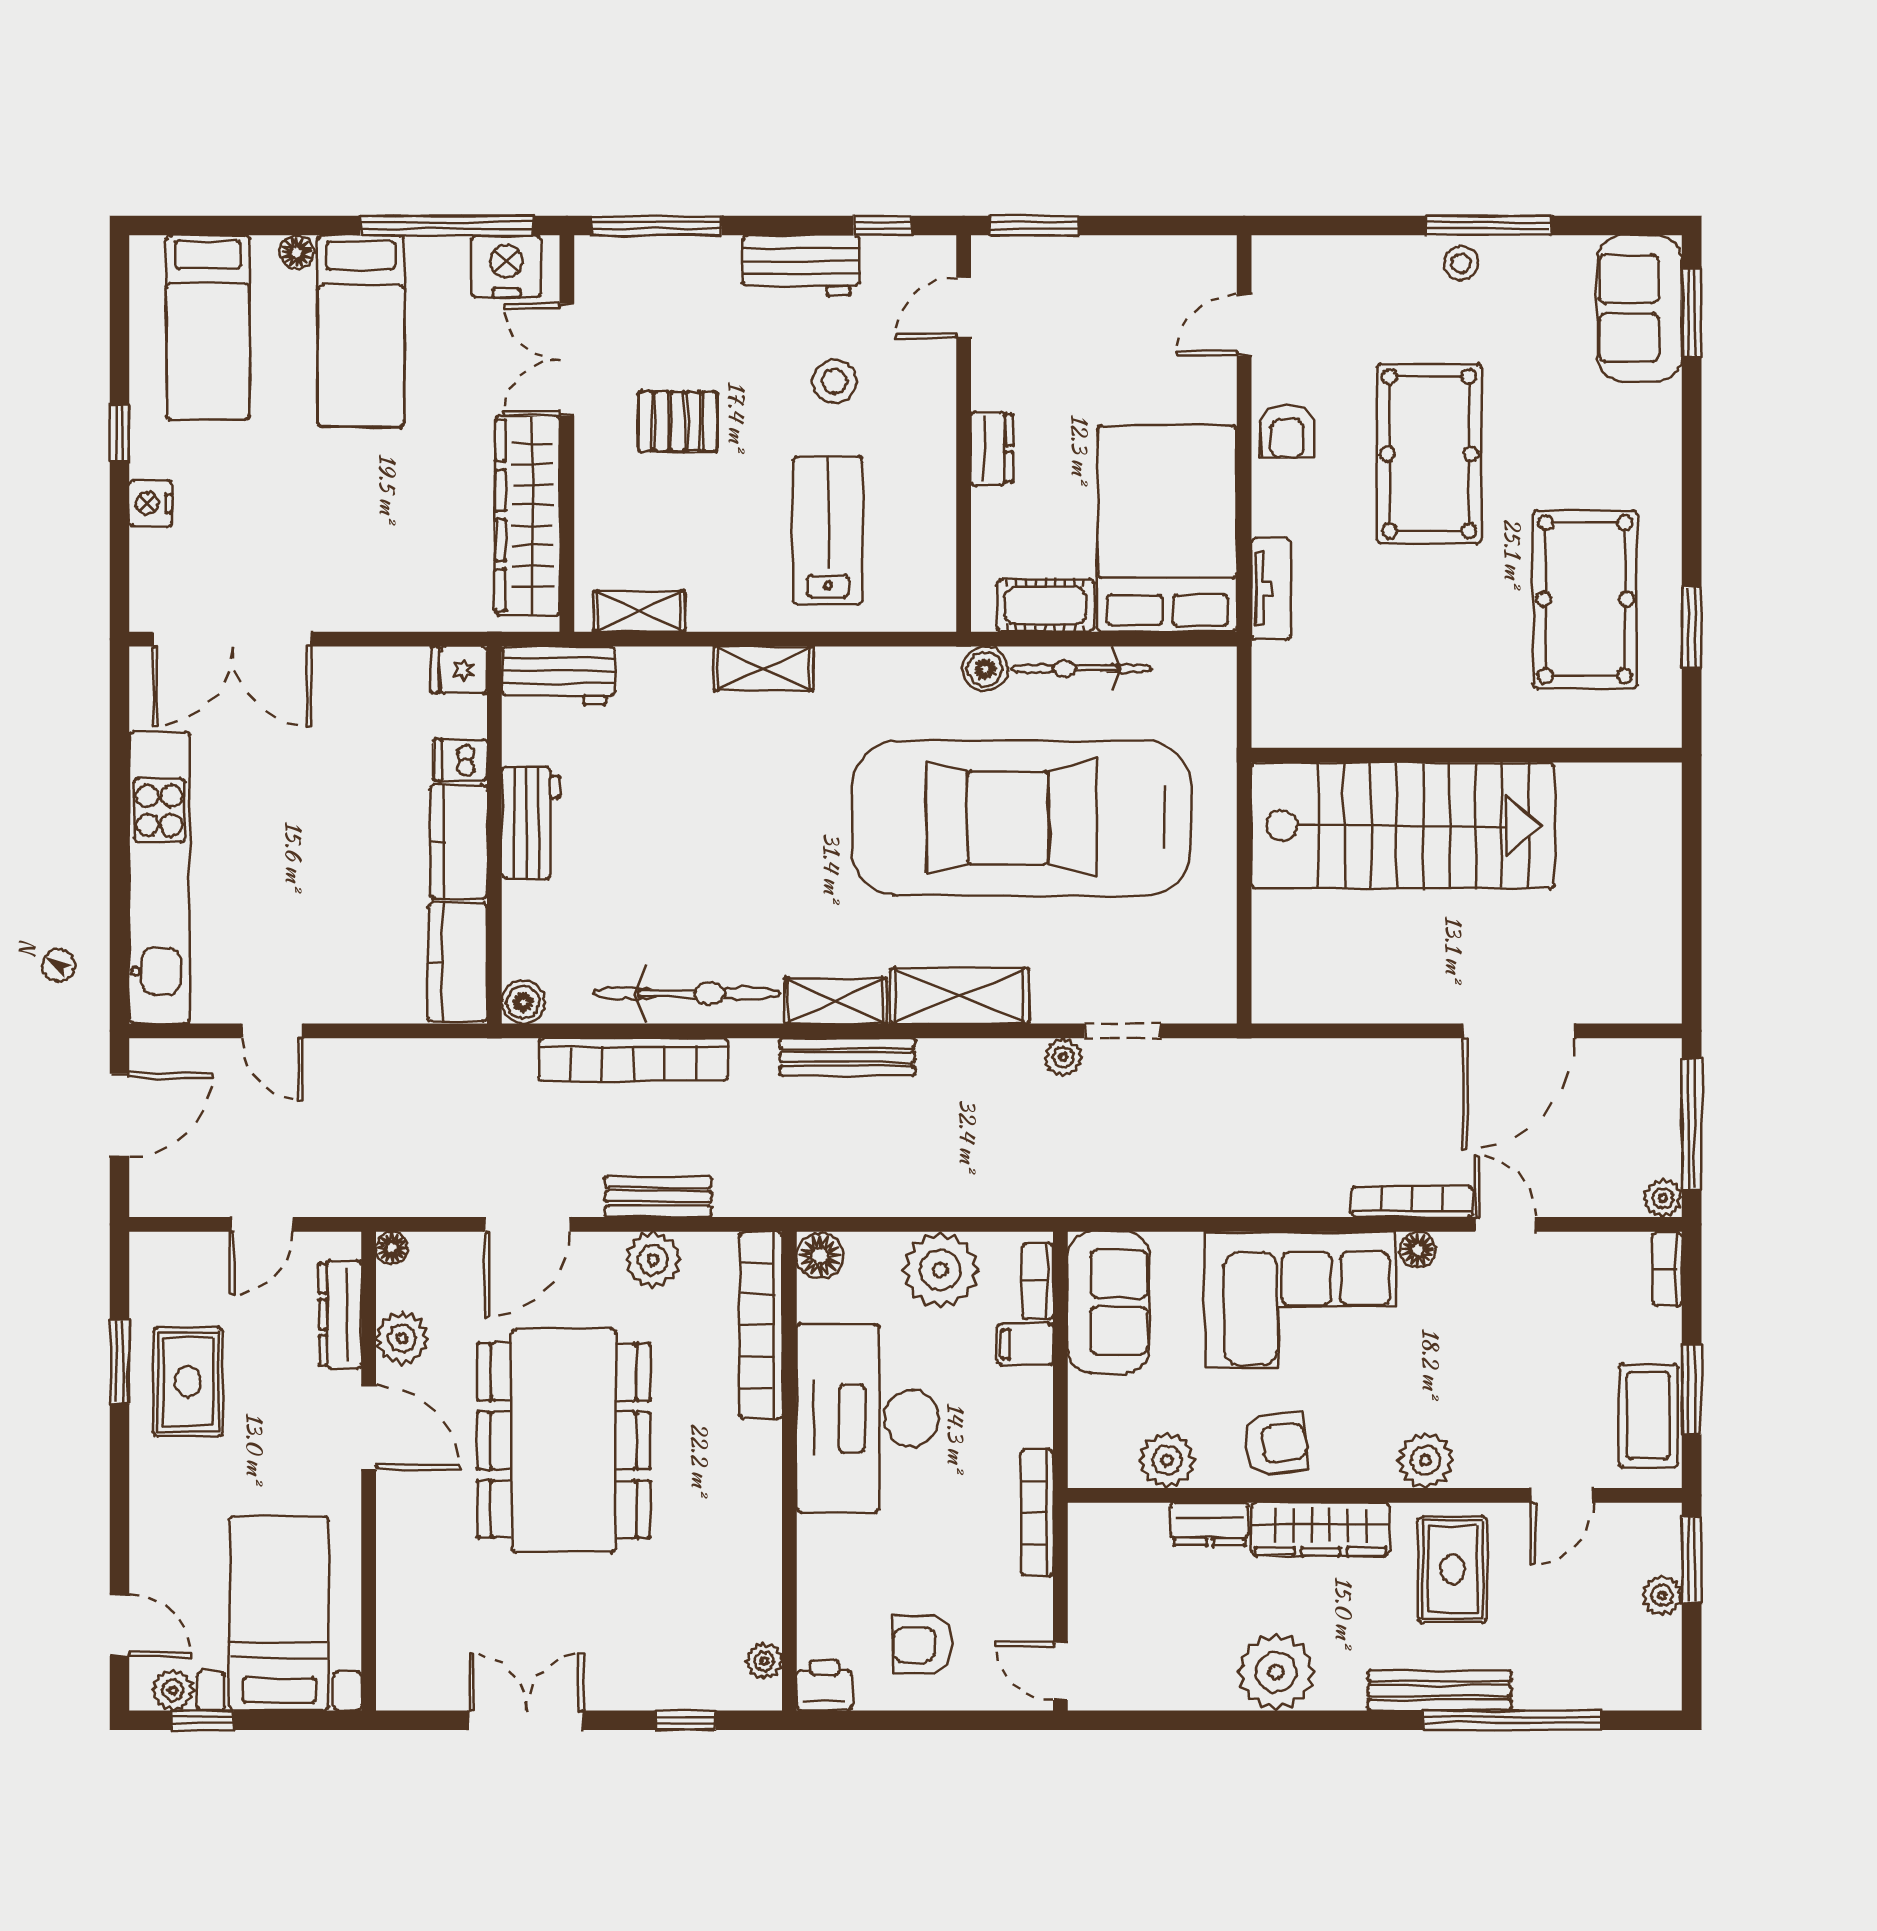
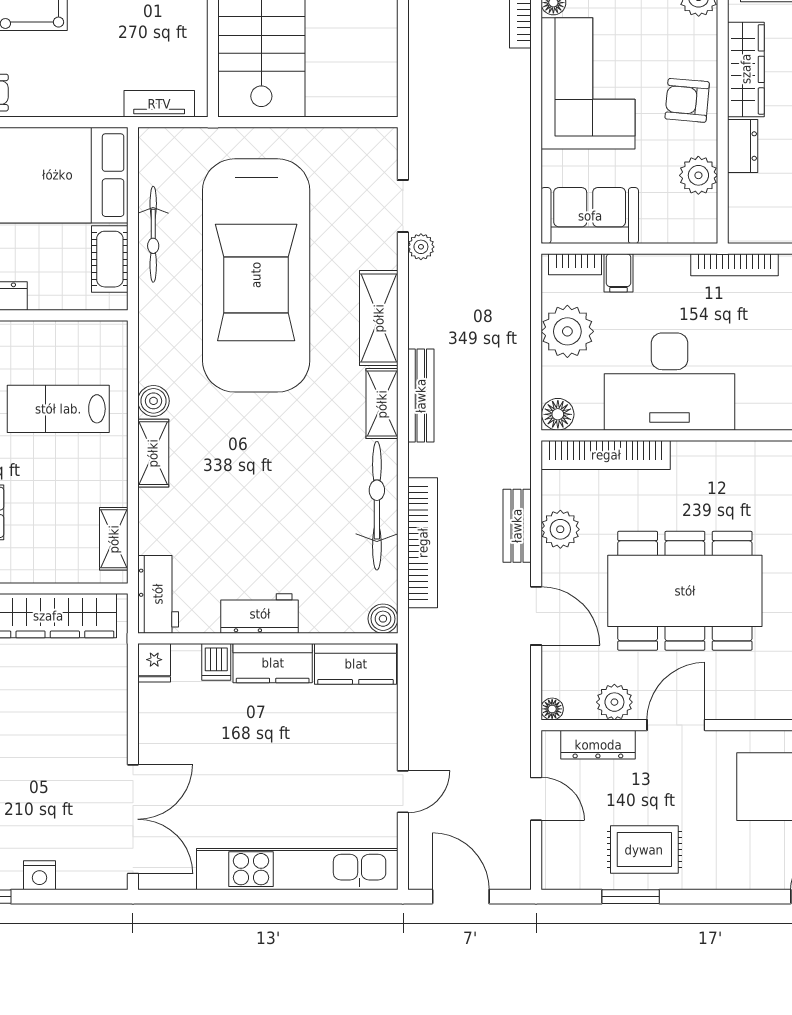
tv unit: (1271, 589) -> (159, 104), moved
boiler: (985, 669) -> (154, 401), moved
armchair: (1276, 1444) -> (687, 100), turned -78

